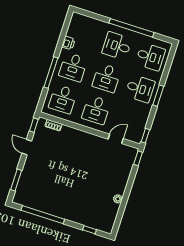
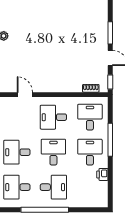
desk: (96, 110) -> (53, 117), turned -90
door: (116, 139) -> (25, 95), swing flipped
window: (16, 180) -> (110, 33), moved

